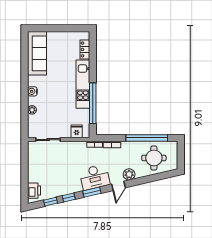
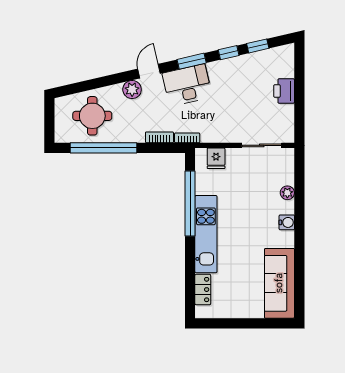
printer: (34, 191) -> (284, 91), moved

